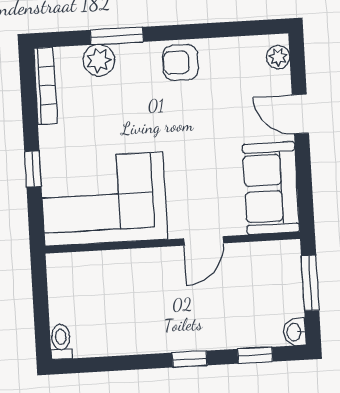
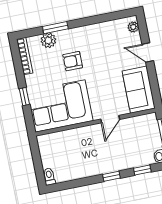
armchair: (180, 62) -> (73, 61), moved

